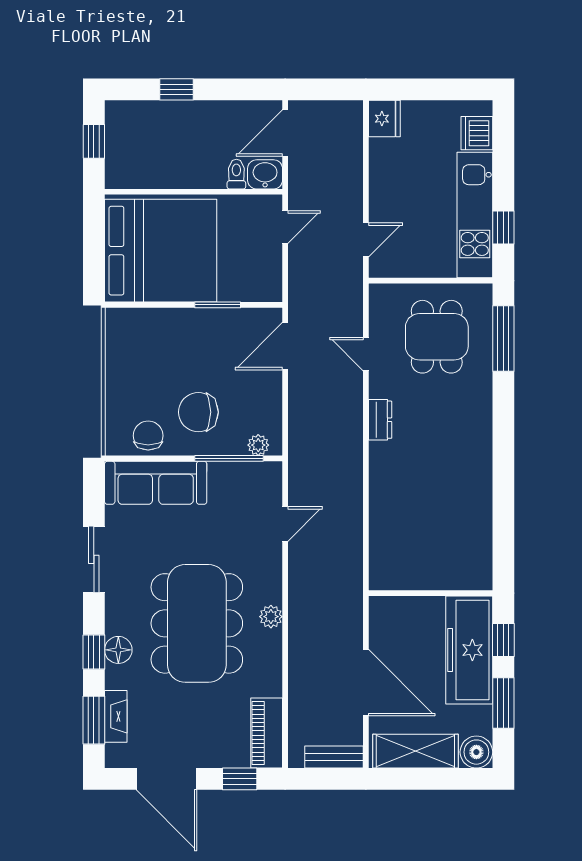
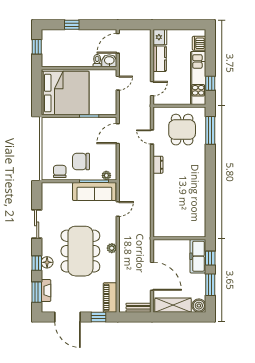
kitchen counter: (384, 170) -> (160, 59), added
sofa: (156, 483) -> (94, 191), moved
freezer: (469, 650) -> (198, 256), width x0.73, depth x0.79

